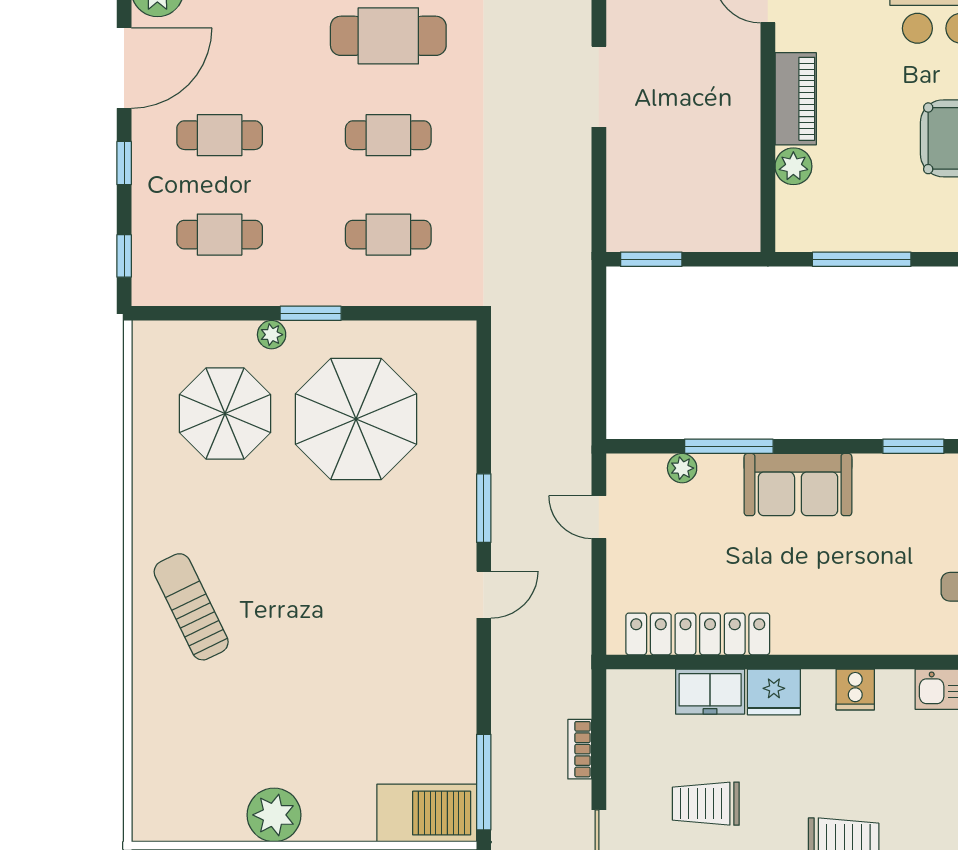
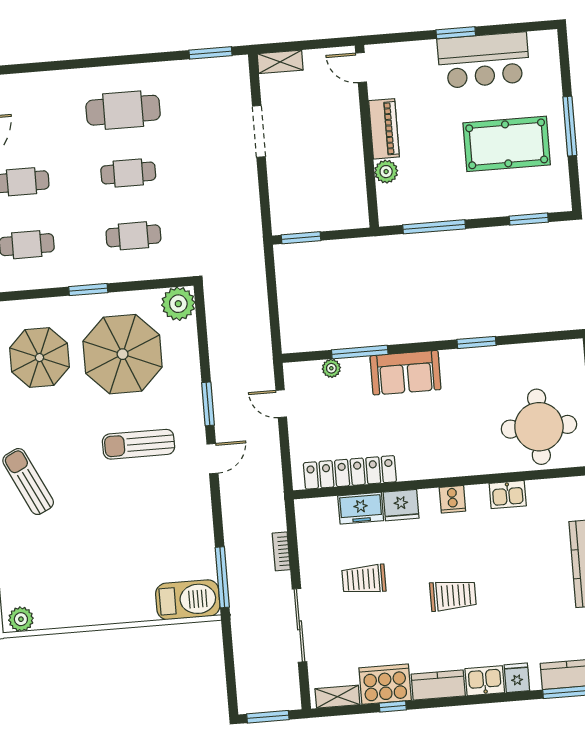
plant: (272, 335) -> (178, 304), moved, width x1.87, depth x1.87
sun lounger: (369, 562) -> (138, 444), added
plant: (274, 815) -> (21, 619), moved, width x0.73, depth x0.73

